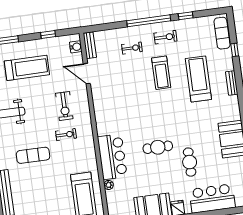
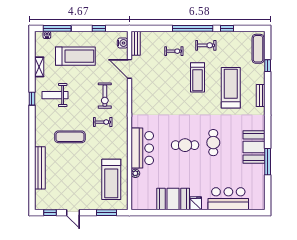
cafe table: (190, 162) -> (213, 143), moved

